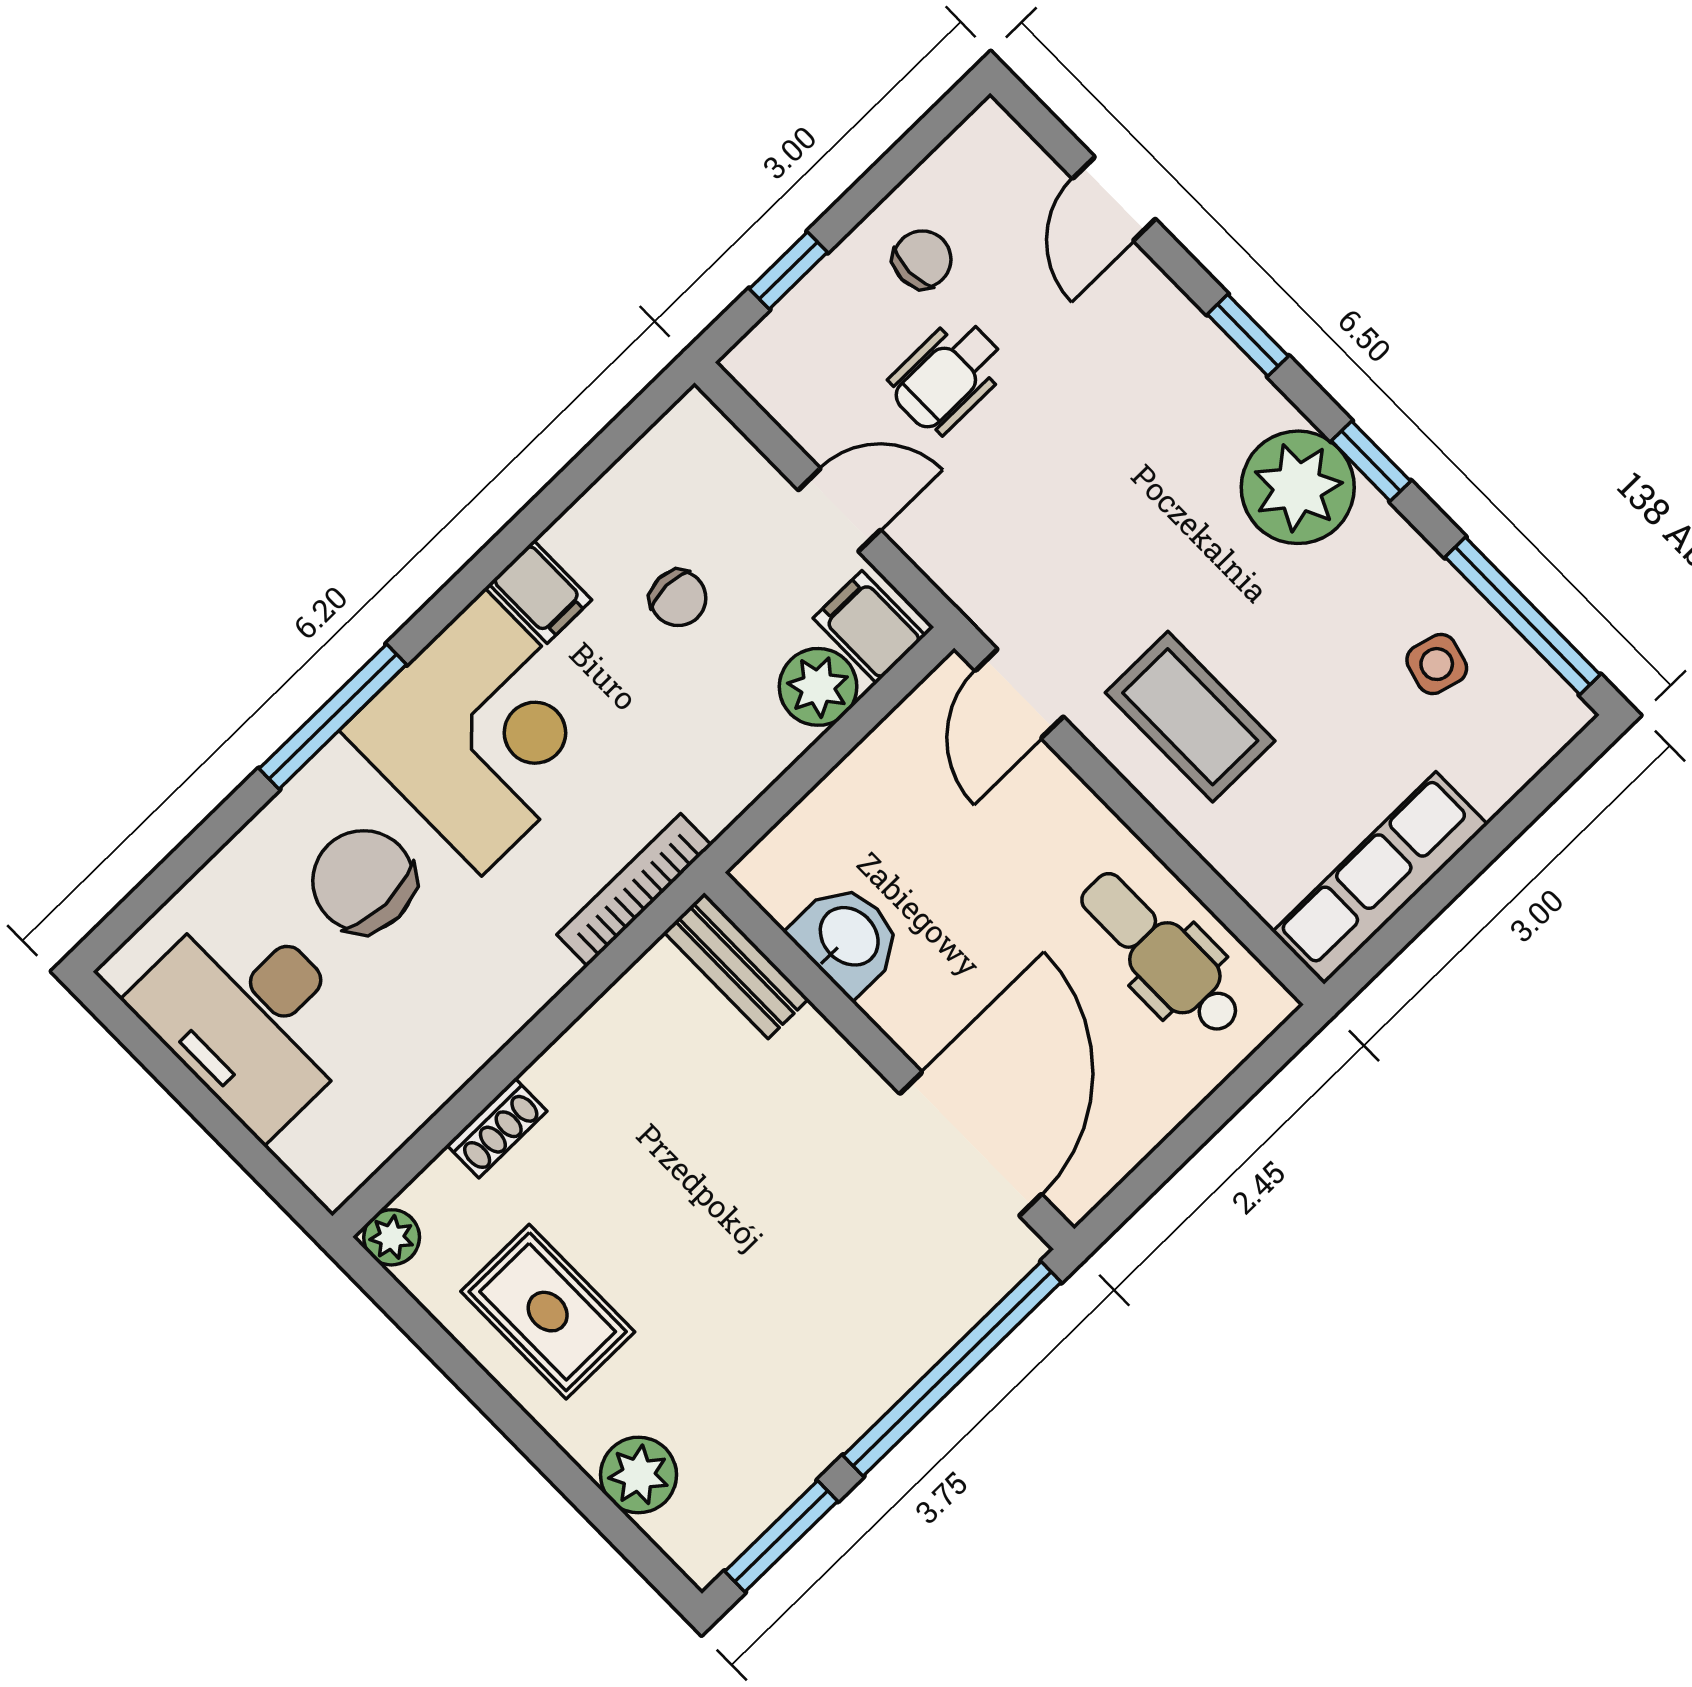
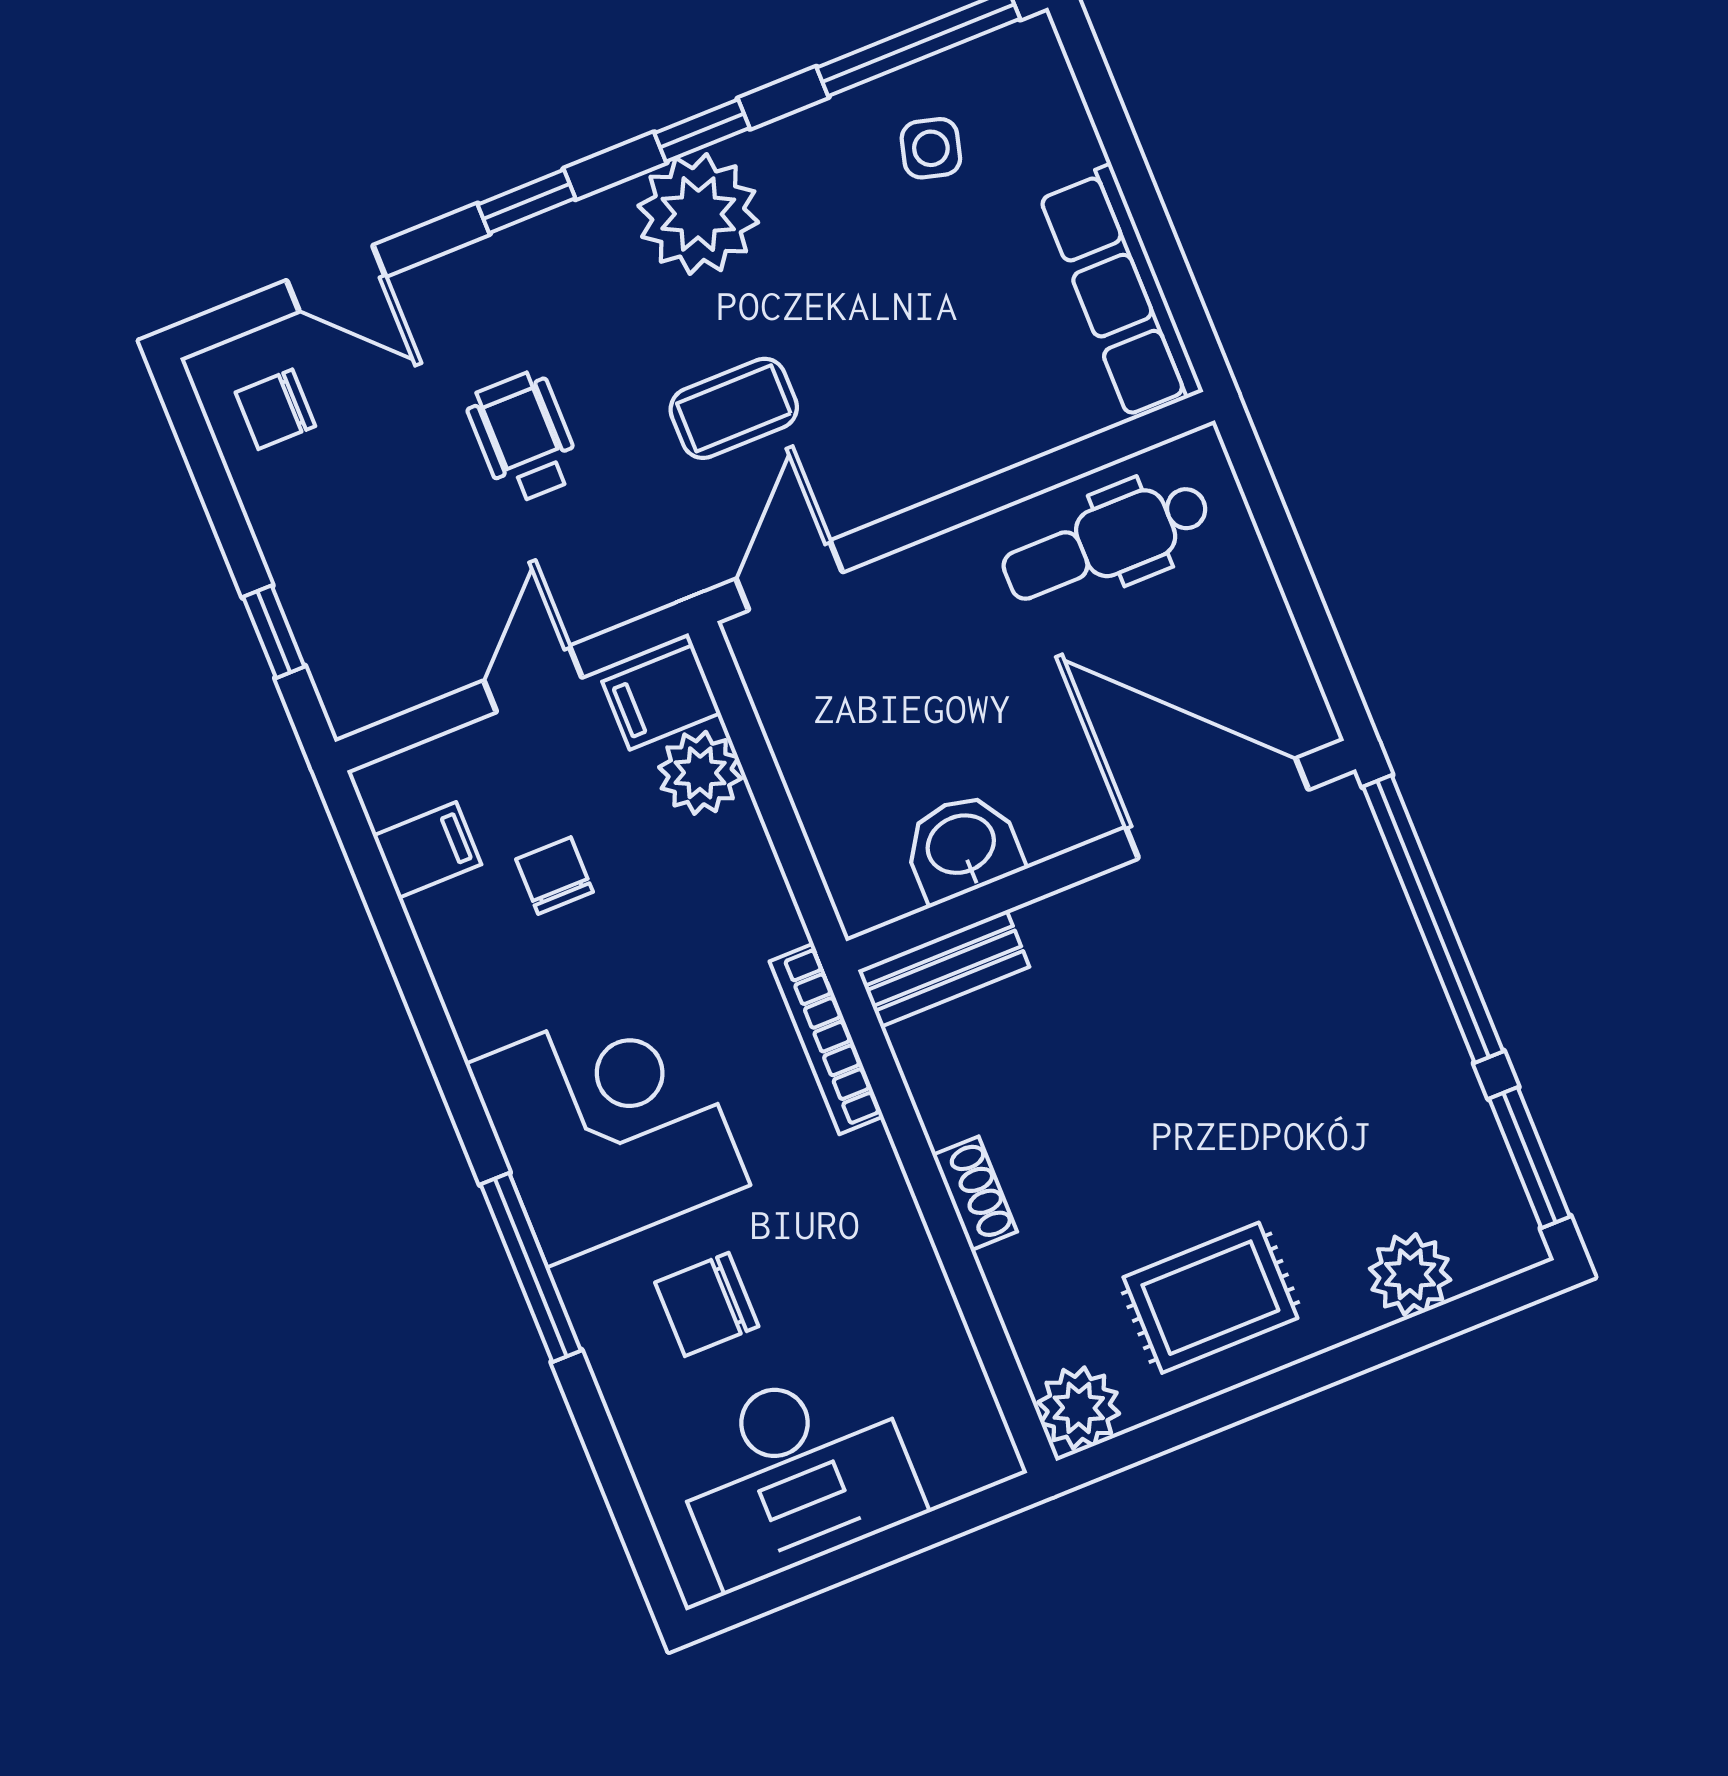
chair: (922, 259) -> (275, 409), moved, turned -90
wheelchair: (948, 376) -> (524, 437), moved, turned 180
filing cabinet: (540, 592) -> (427, 850), moved
chair: (678, 598) -> (554, 876), turned -90
door: (1019, 694) -> (789, 575), swing flipped
coffee table: (1190, 717) -> (734, 408), moved, width x0.73, depth x0.77
chair: (363, 881) -> (707, 1304), width x0.73, depth x0.73
shoe rack: (497, 1128) -> (975, 1193), moved
plant: (392, 1237) -> (1079, 1408), width x1.38, depth x1.38

